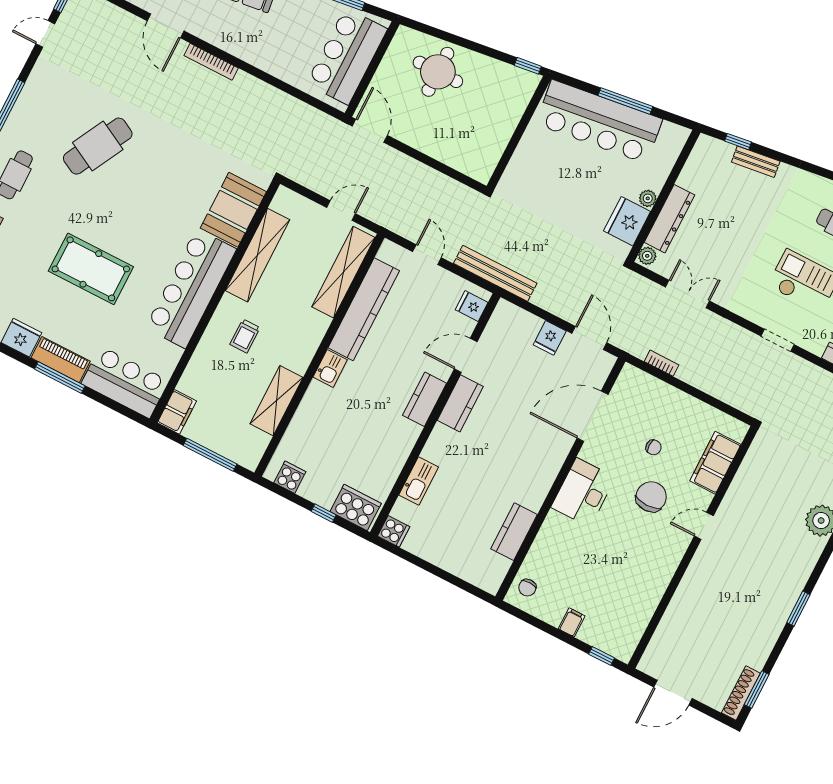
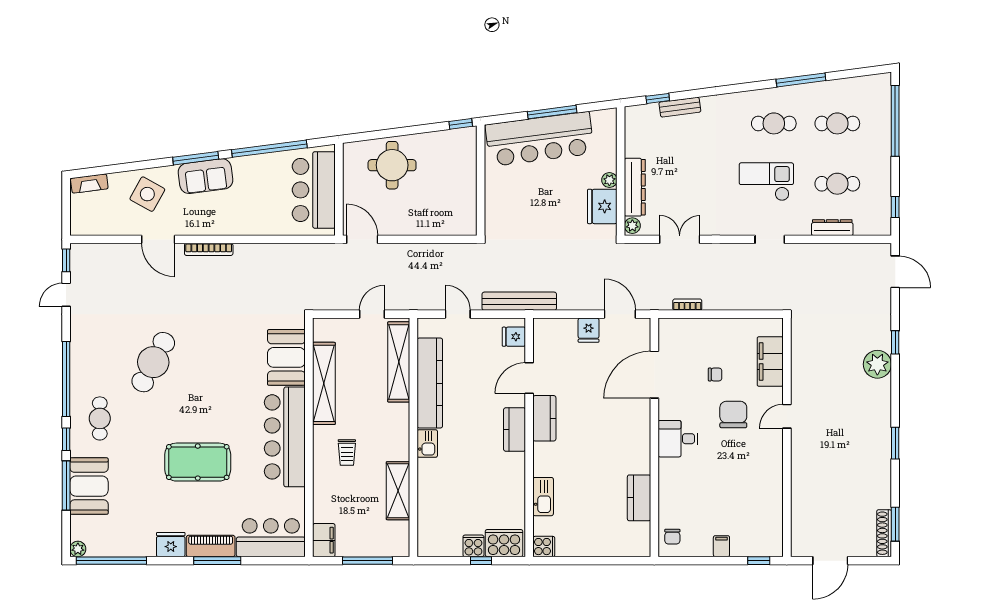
cooker: (290, 477) -> (473, 546), moved
desk: (583, 492) -> (678, 439), width x0.73

